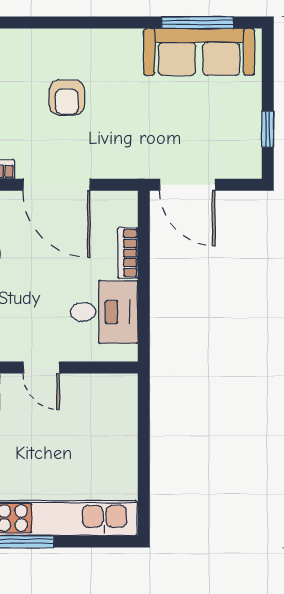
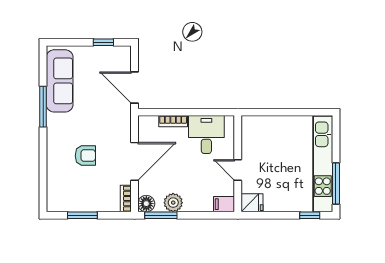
window: (198, 22) -> (43, 107), moved
door: (187, 185) -> (135, 88), swing flipped
door: (41, 368) -> (238, 170), swing flipped

